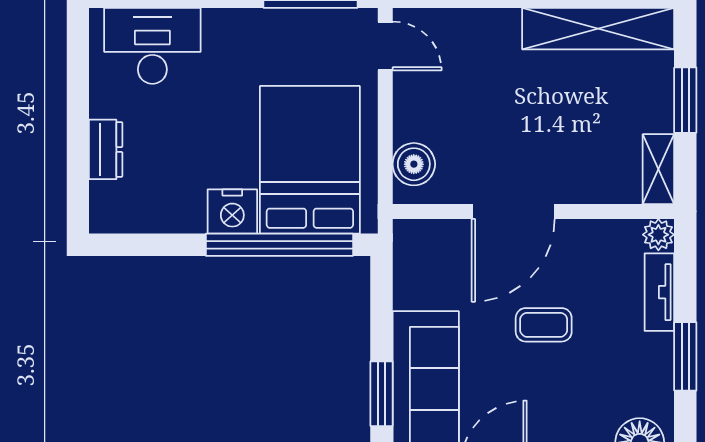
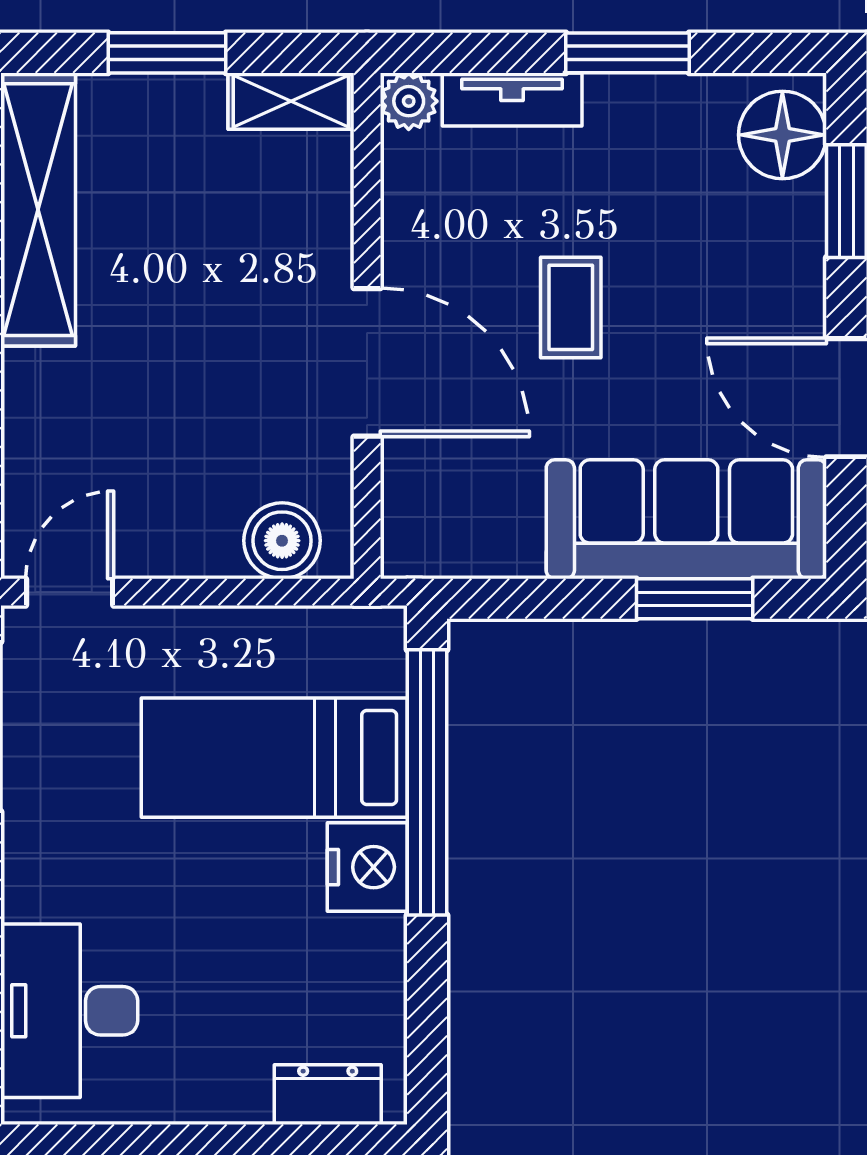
dresser: (106, 149) -> (328, 1095), moved
bed: (310, 160) -> (274, 758), width x0.67

